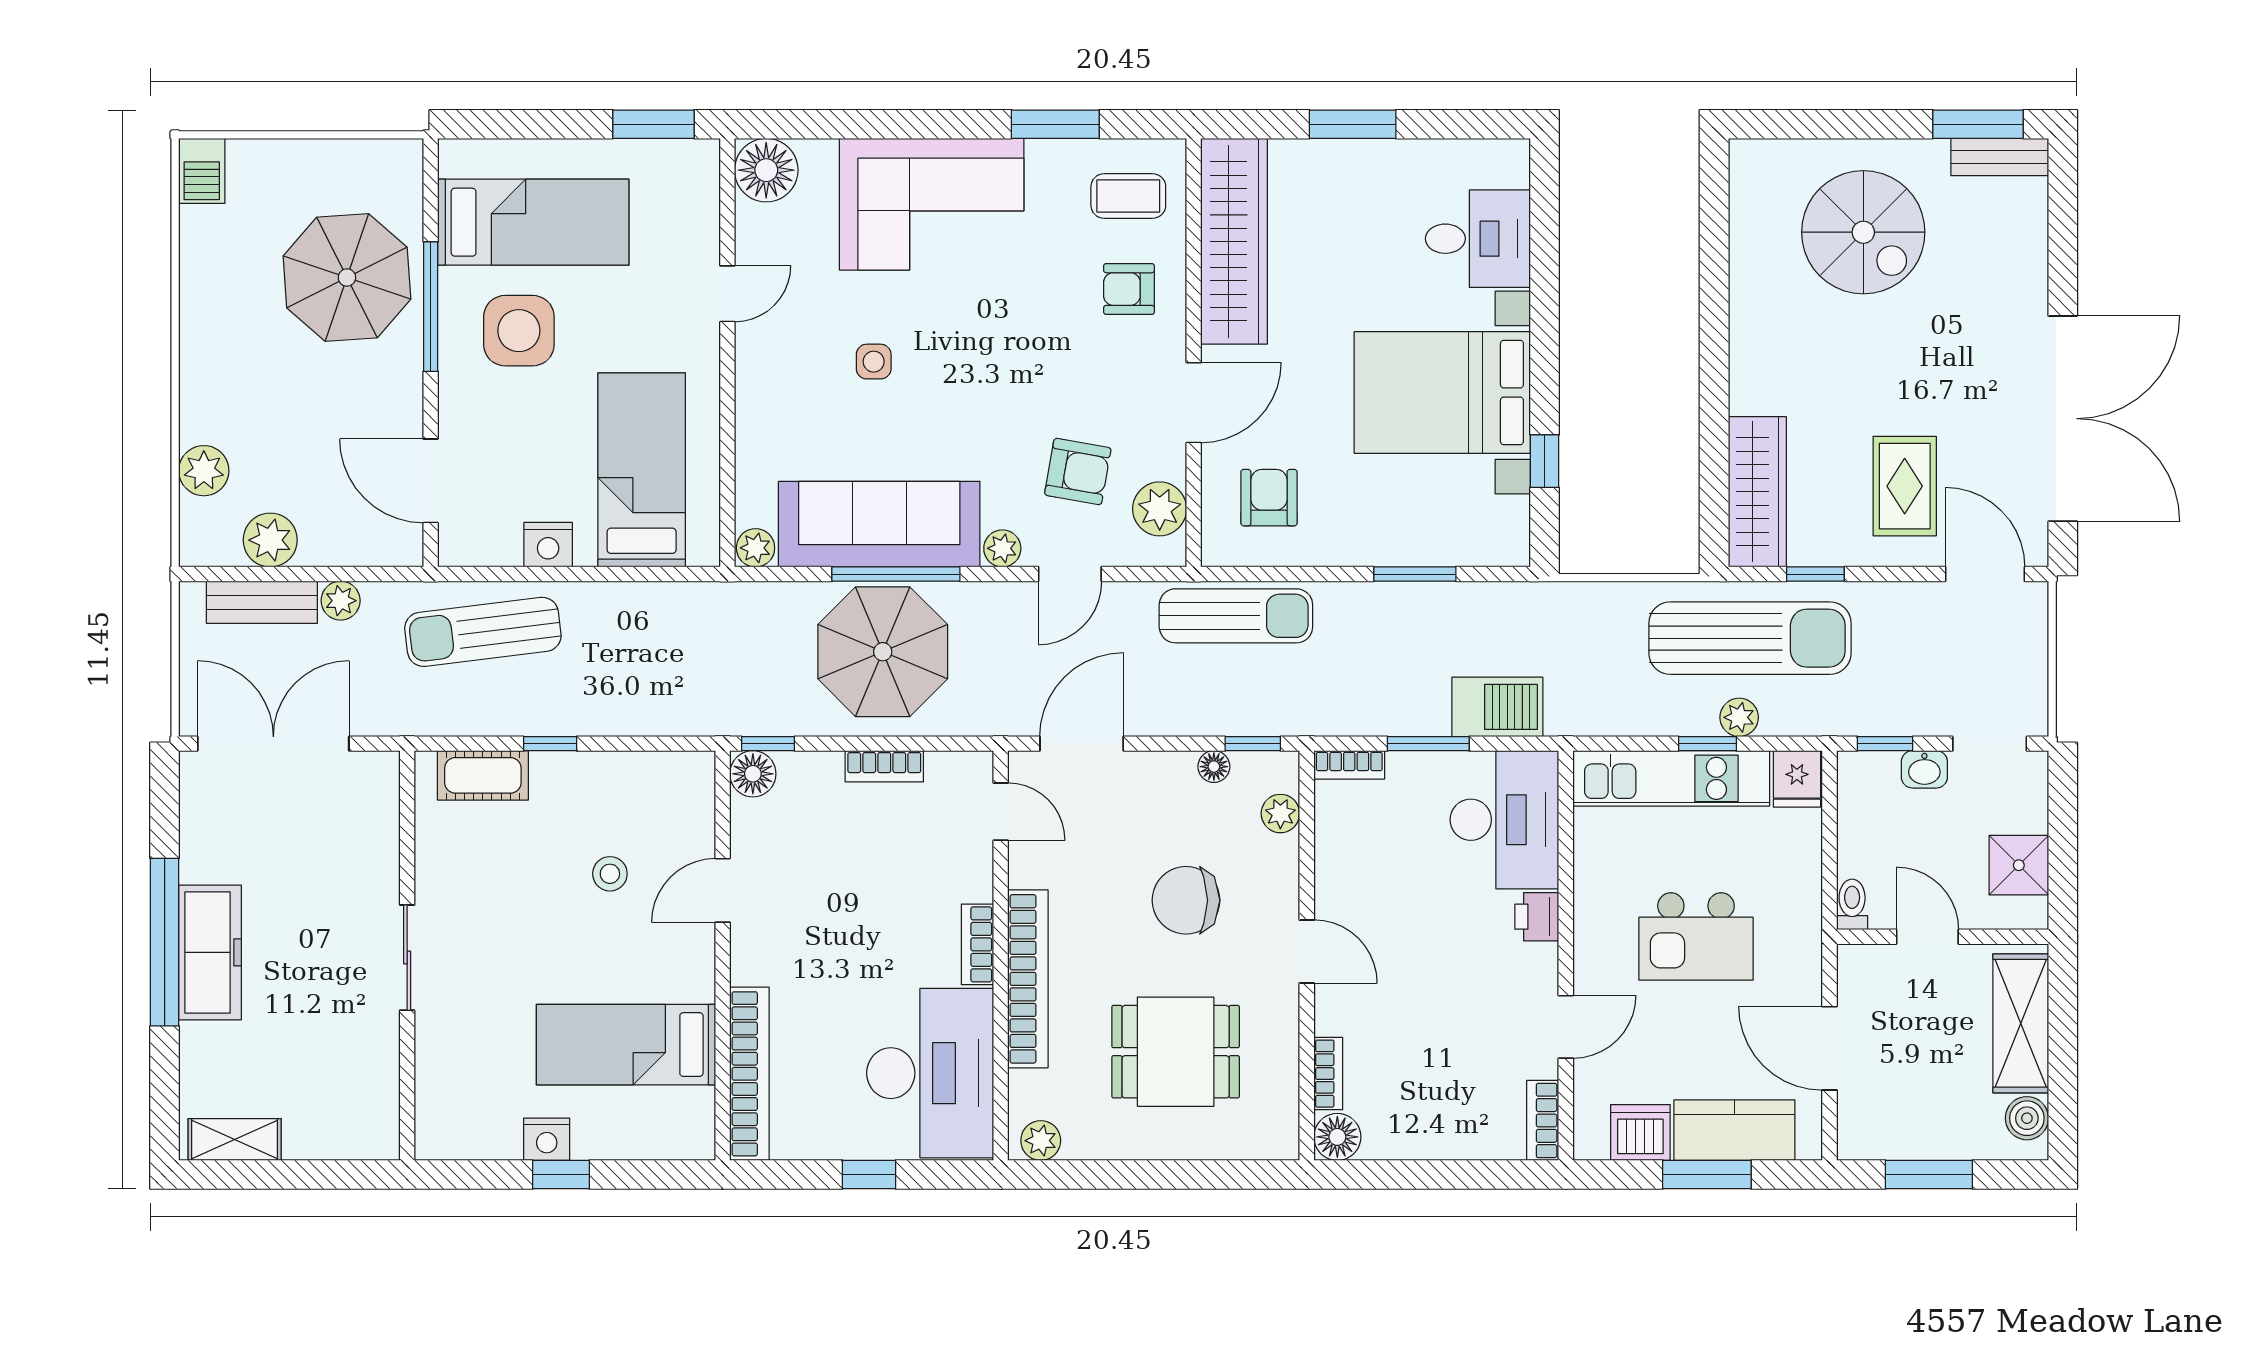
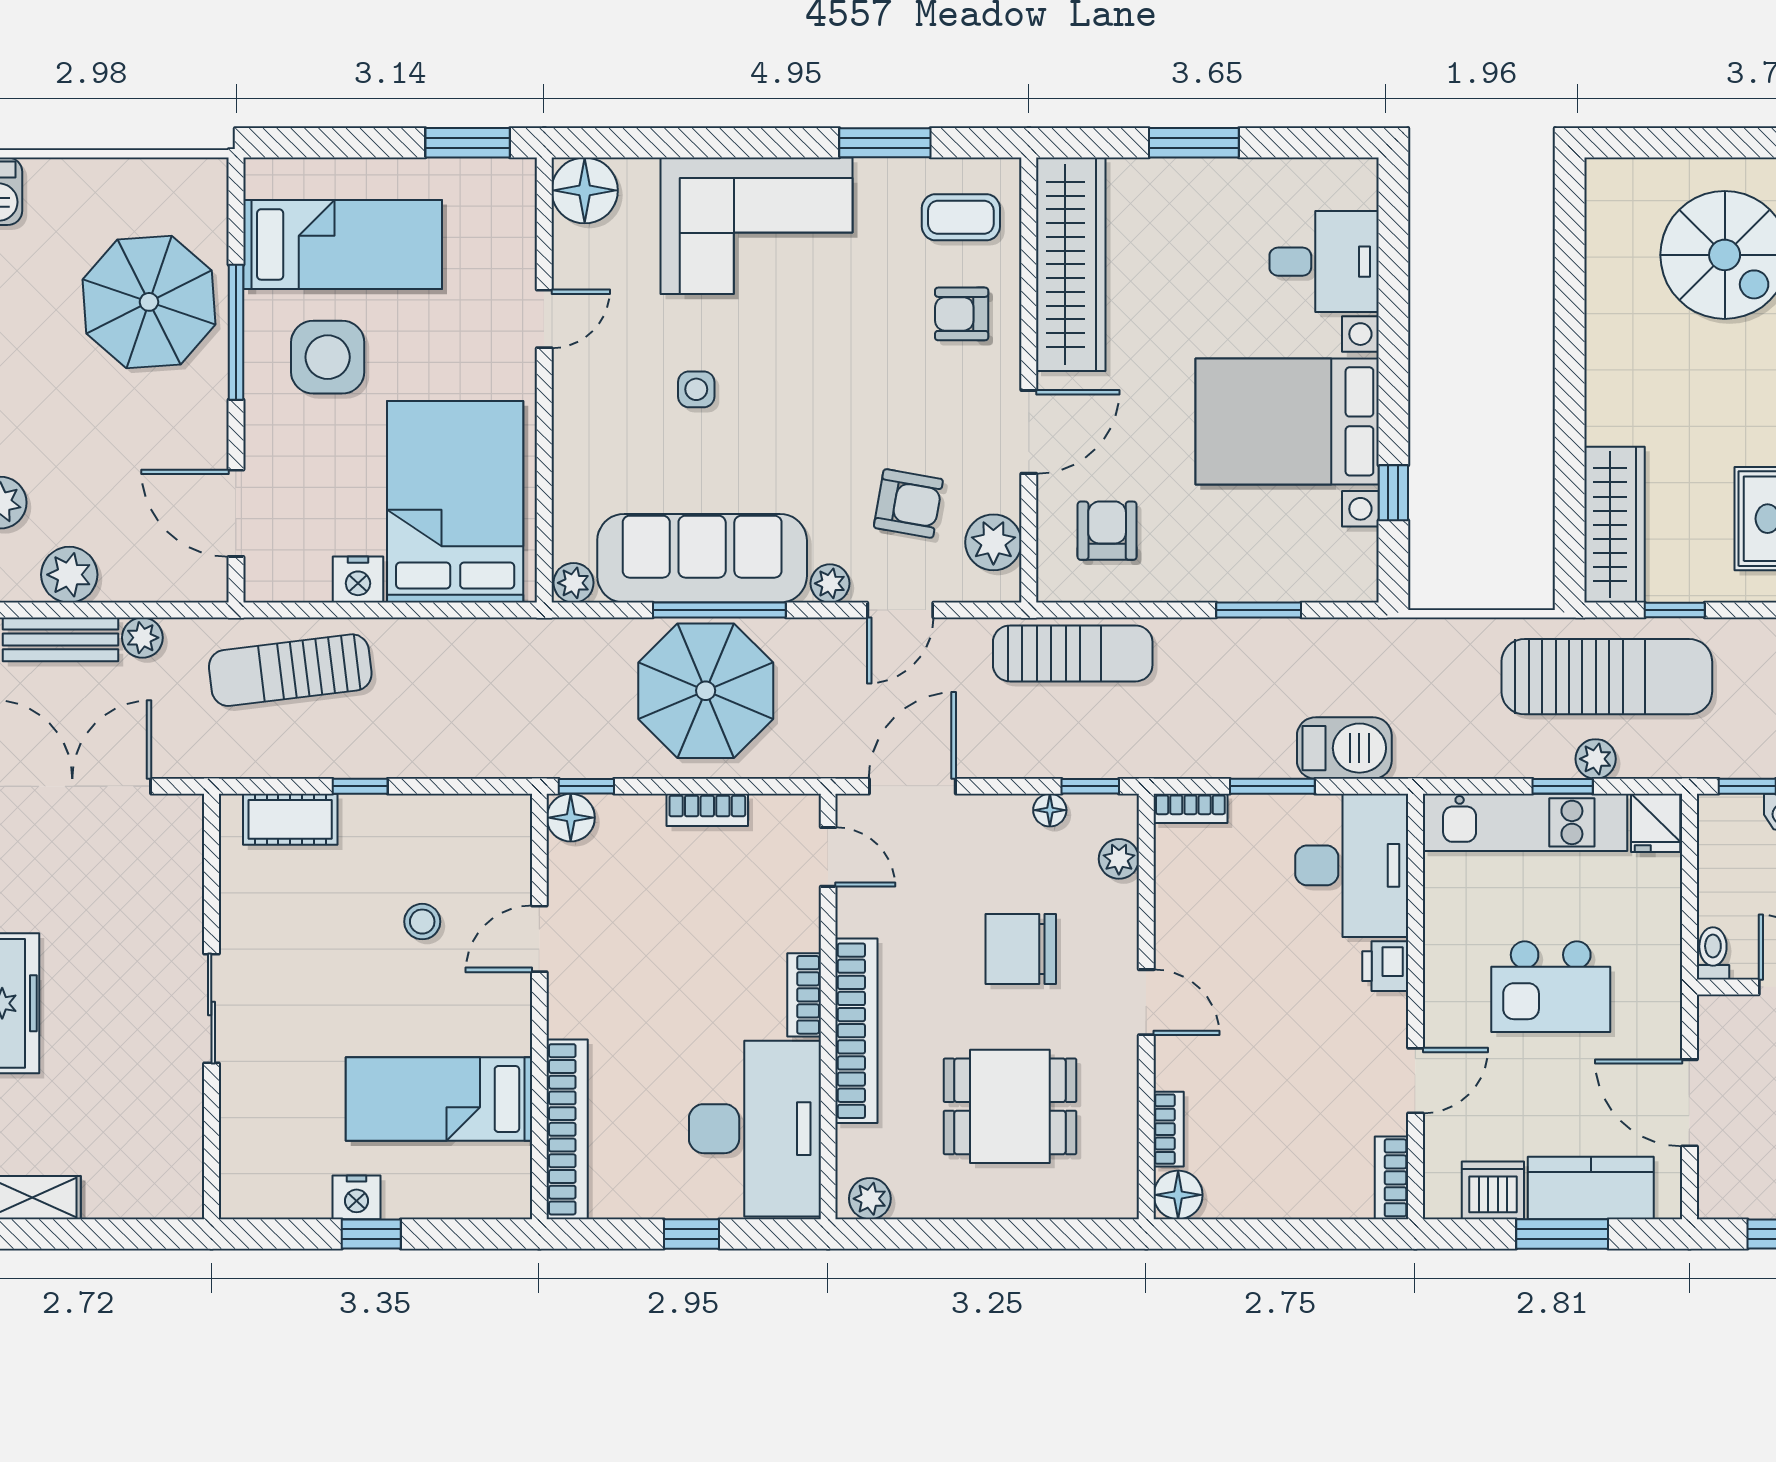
bed: (642, 470) -> (455, 502), width x1.50

